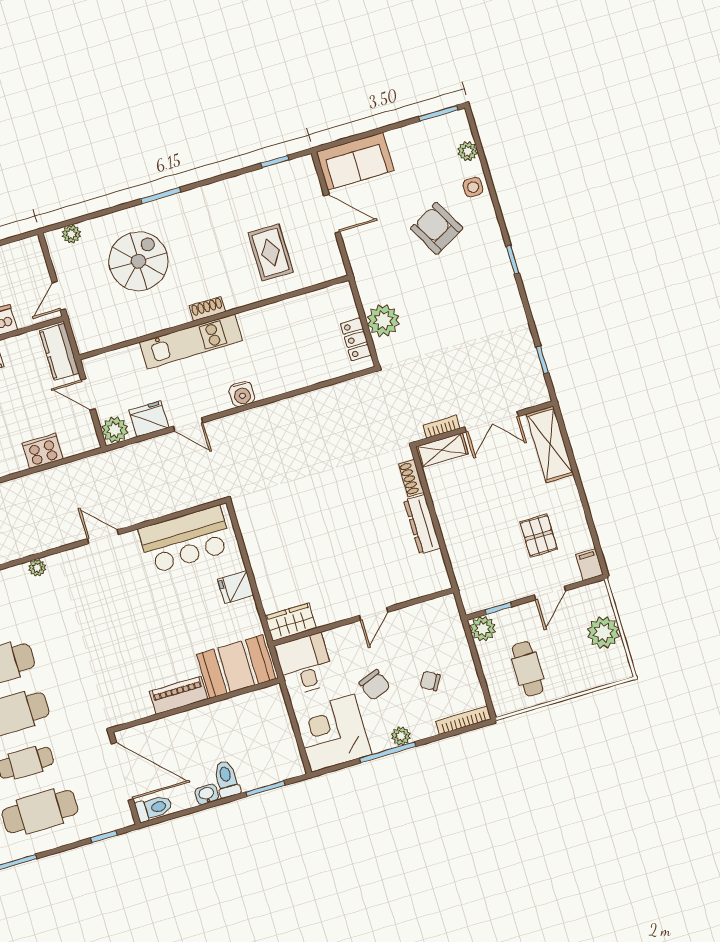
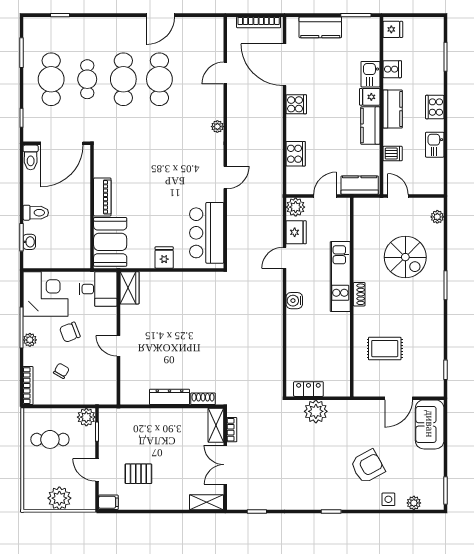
shelving: (550, 444) -> (206, 502), width x0.67, depth x0.75
washbasin: (207, 794) -> (29, 242), moved

